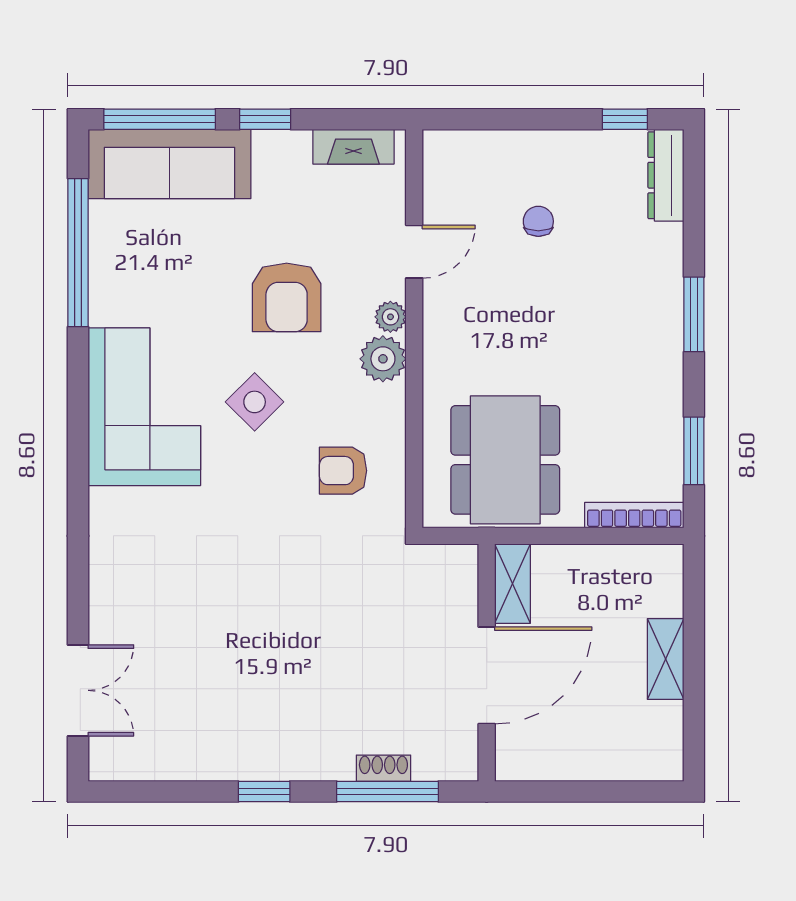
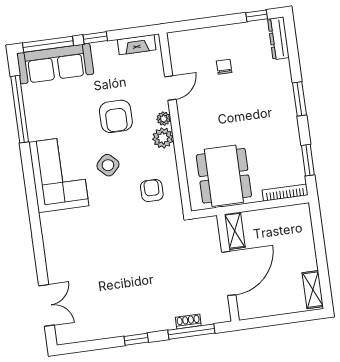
armchair: (343, 471) -> (152, 190), turned 90
shelving: (666, 659) -> (313, 290), moved

